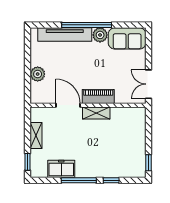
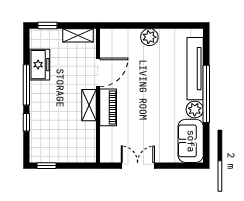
piano: (98, 97) -> (108, 107), moved
door: (68, 105) -> (98, 72), moved
wall: (88, 105) -> (98, 96), moved
shelving: (96, 113) -> (89, 105), moved

